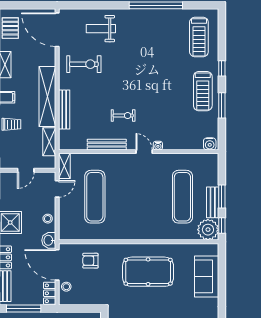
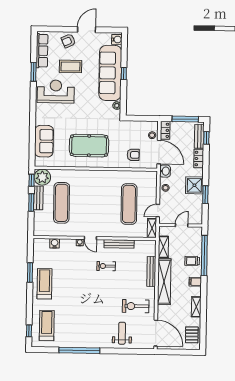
weight bench: (101, 29) -> (122, 333), turned -90
window: (222, 68) -> (29, 331), moved
water cooler: (210, 144) -> (55, 243), moved

